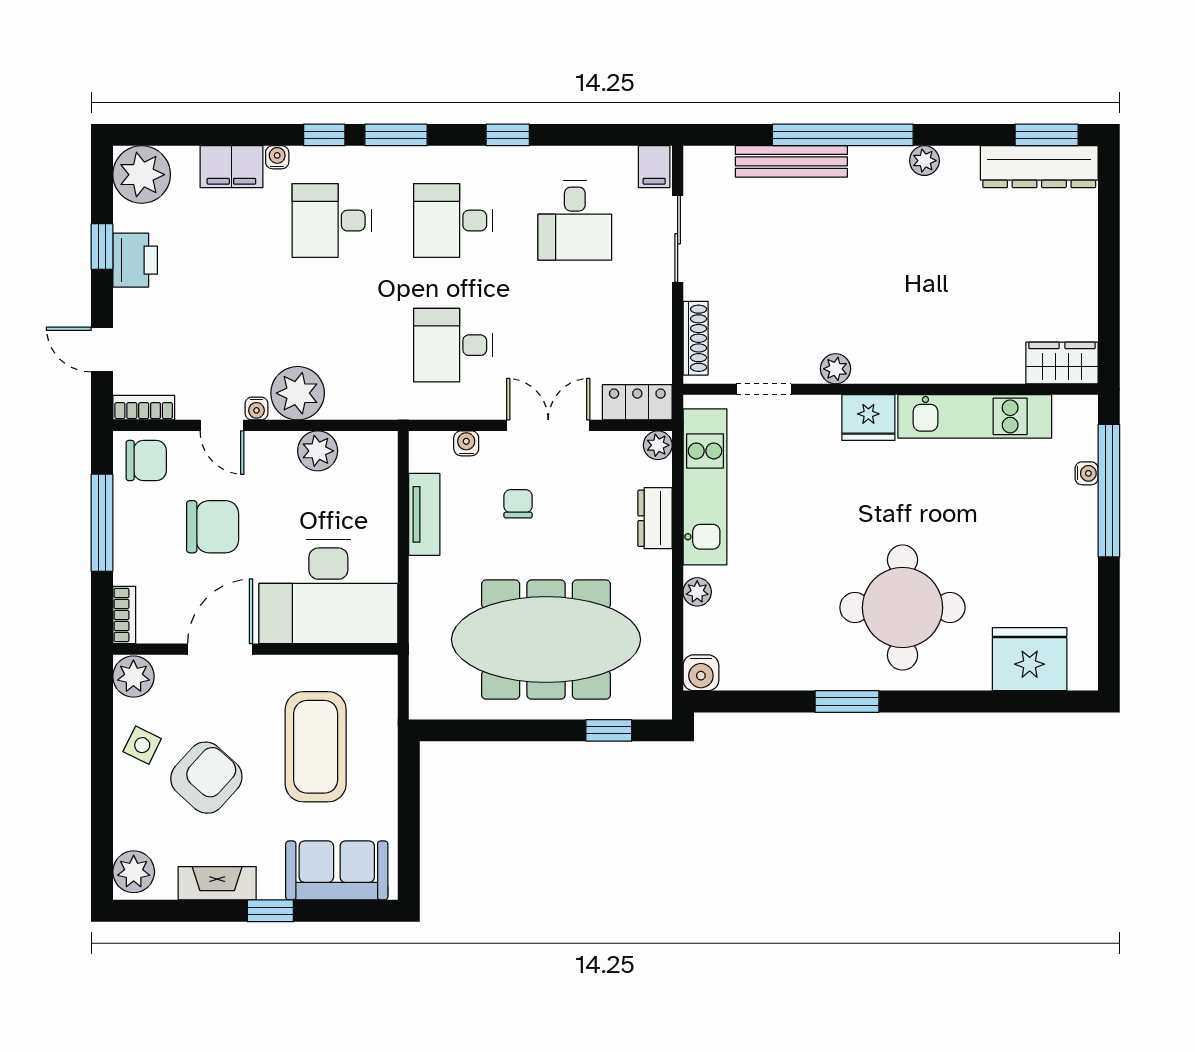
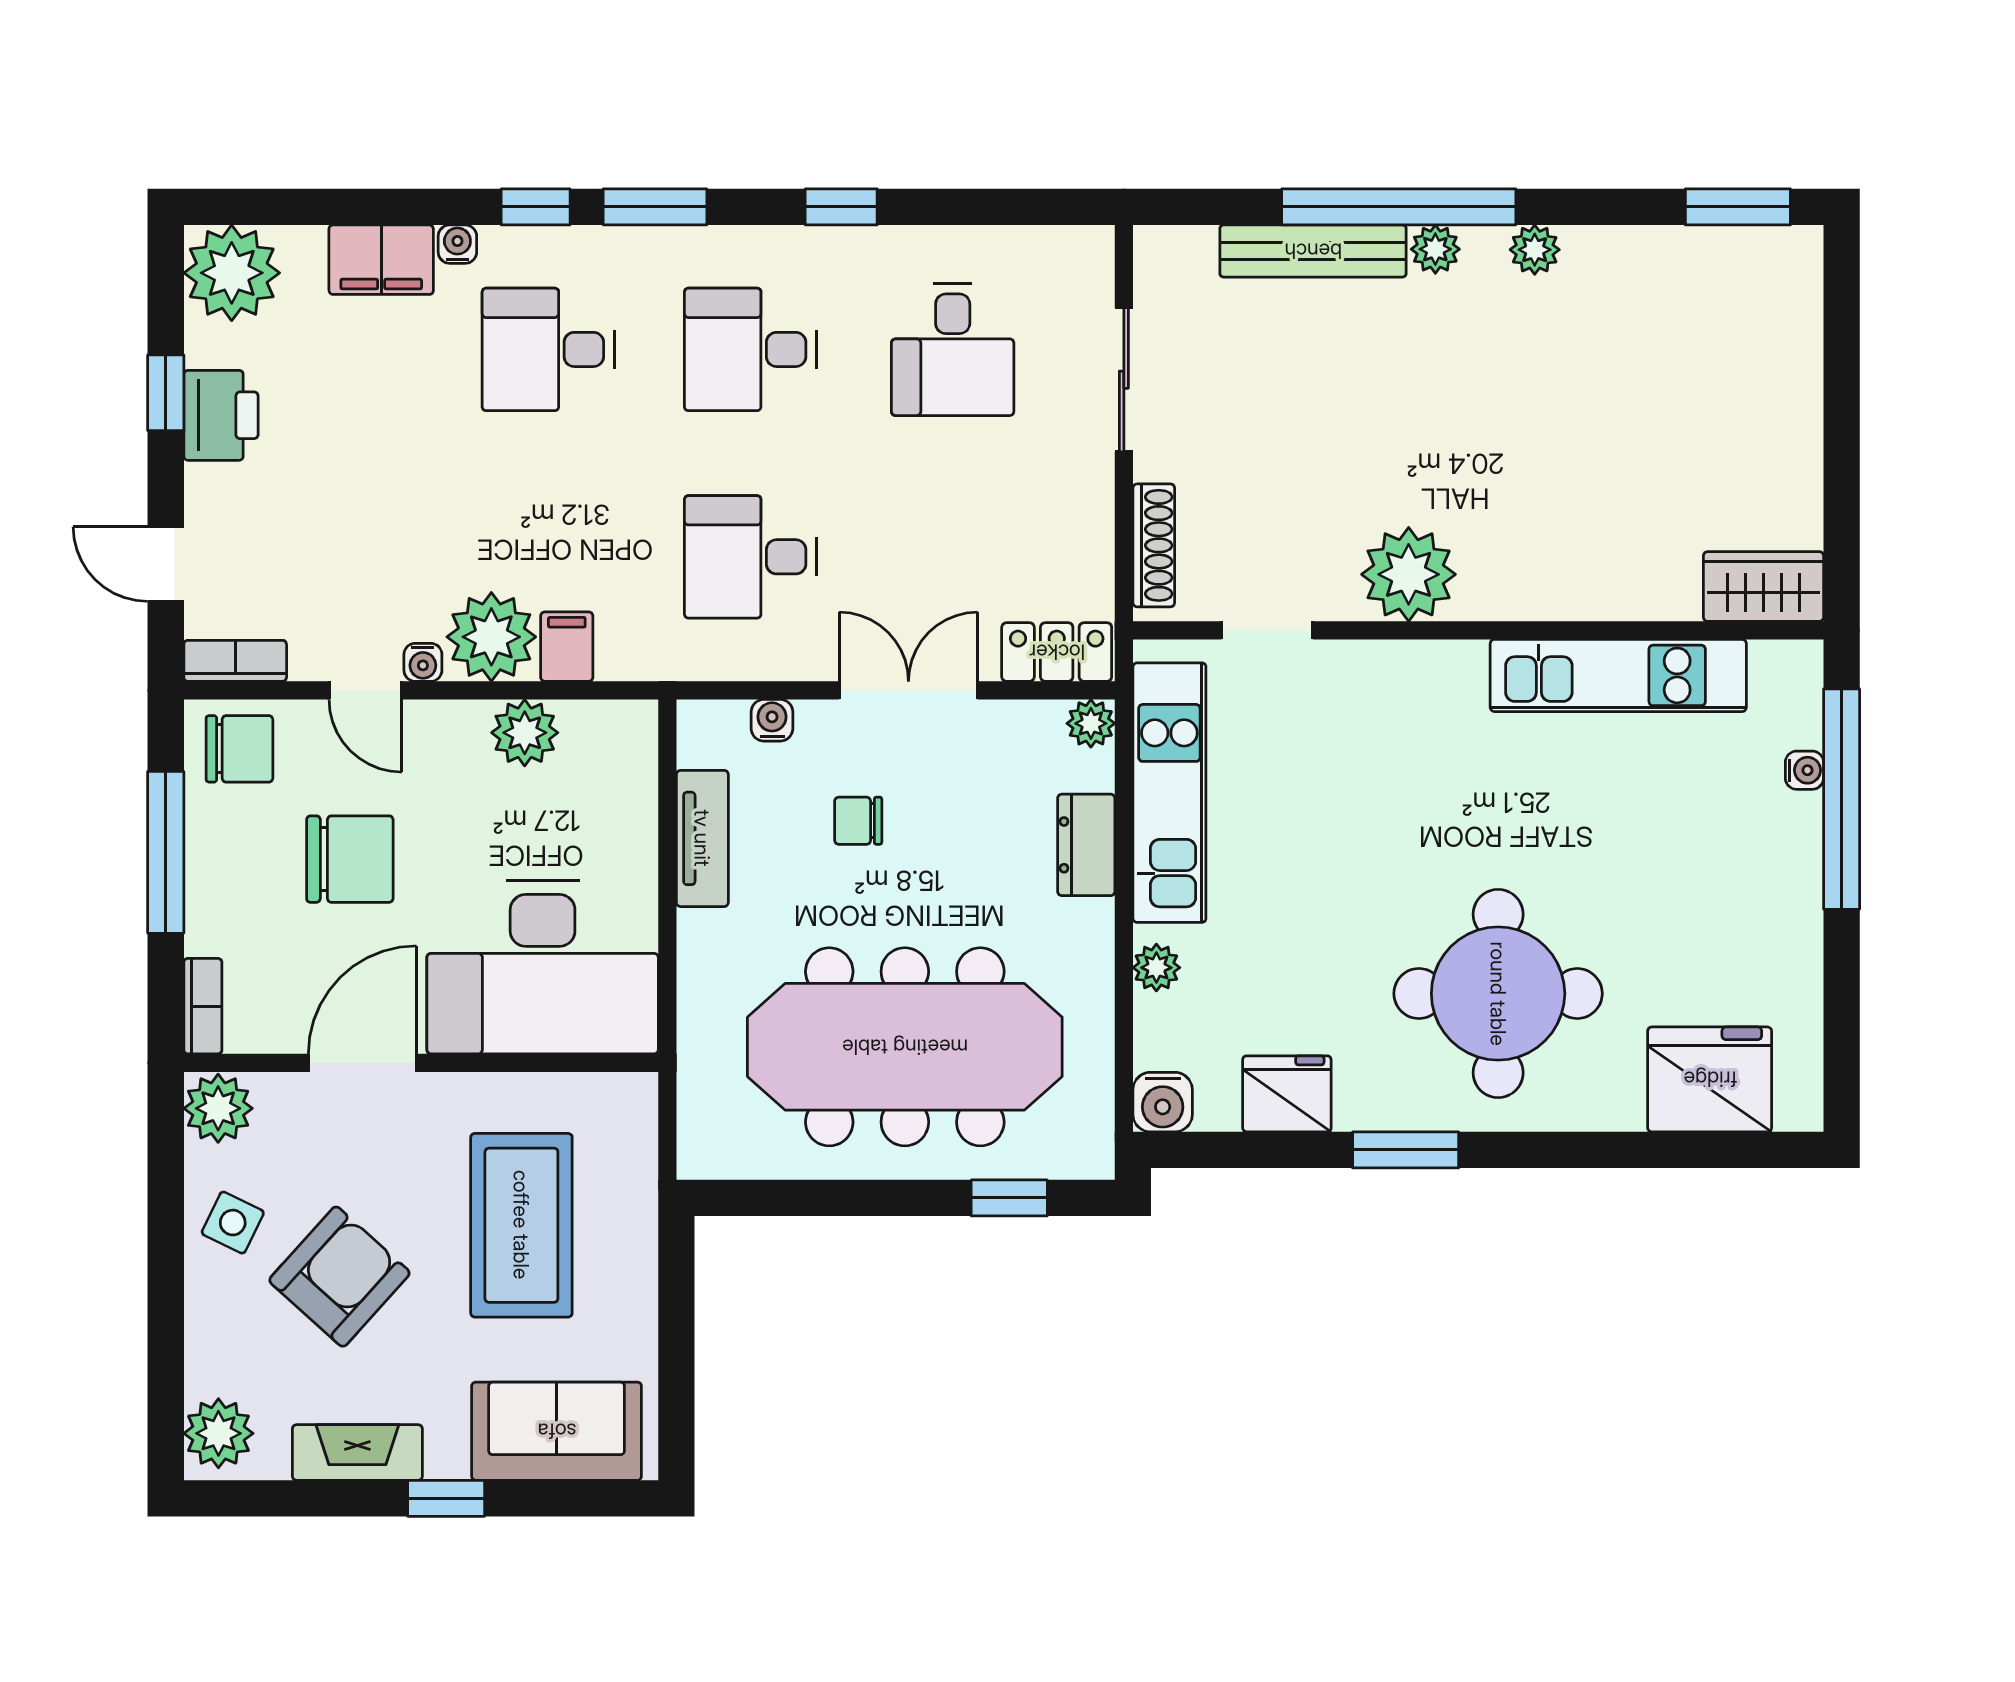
plant: (865, 160) -> (1435, 249), added
filing cabinet: (654, 167) -> (567, 647), moved, turned 180
dresser: (1039, 167) -> (1726, 260), removed
plant: (835, 369) -> (1409, 574), width x1.87, depth x1.87
fridge: (868, 418) -> (1287, 1094), moved, turned 180
chair: (518, 504) -> (858, 821), turned -90

